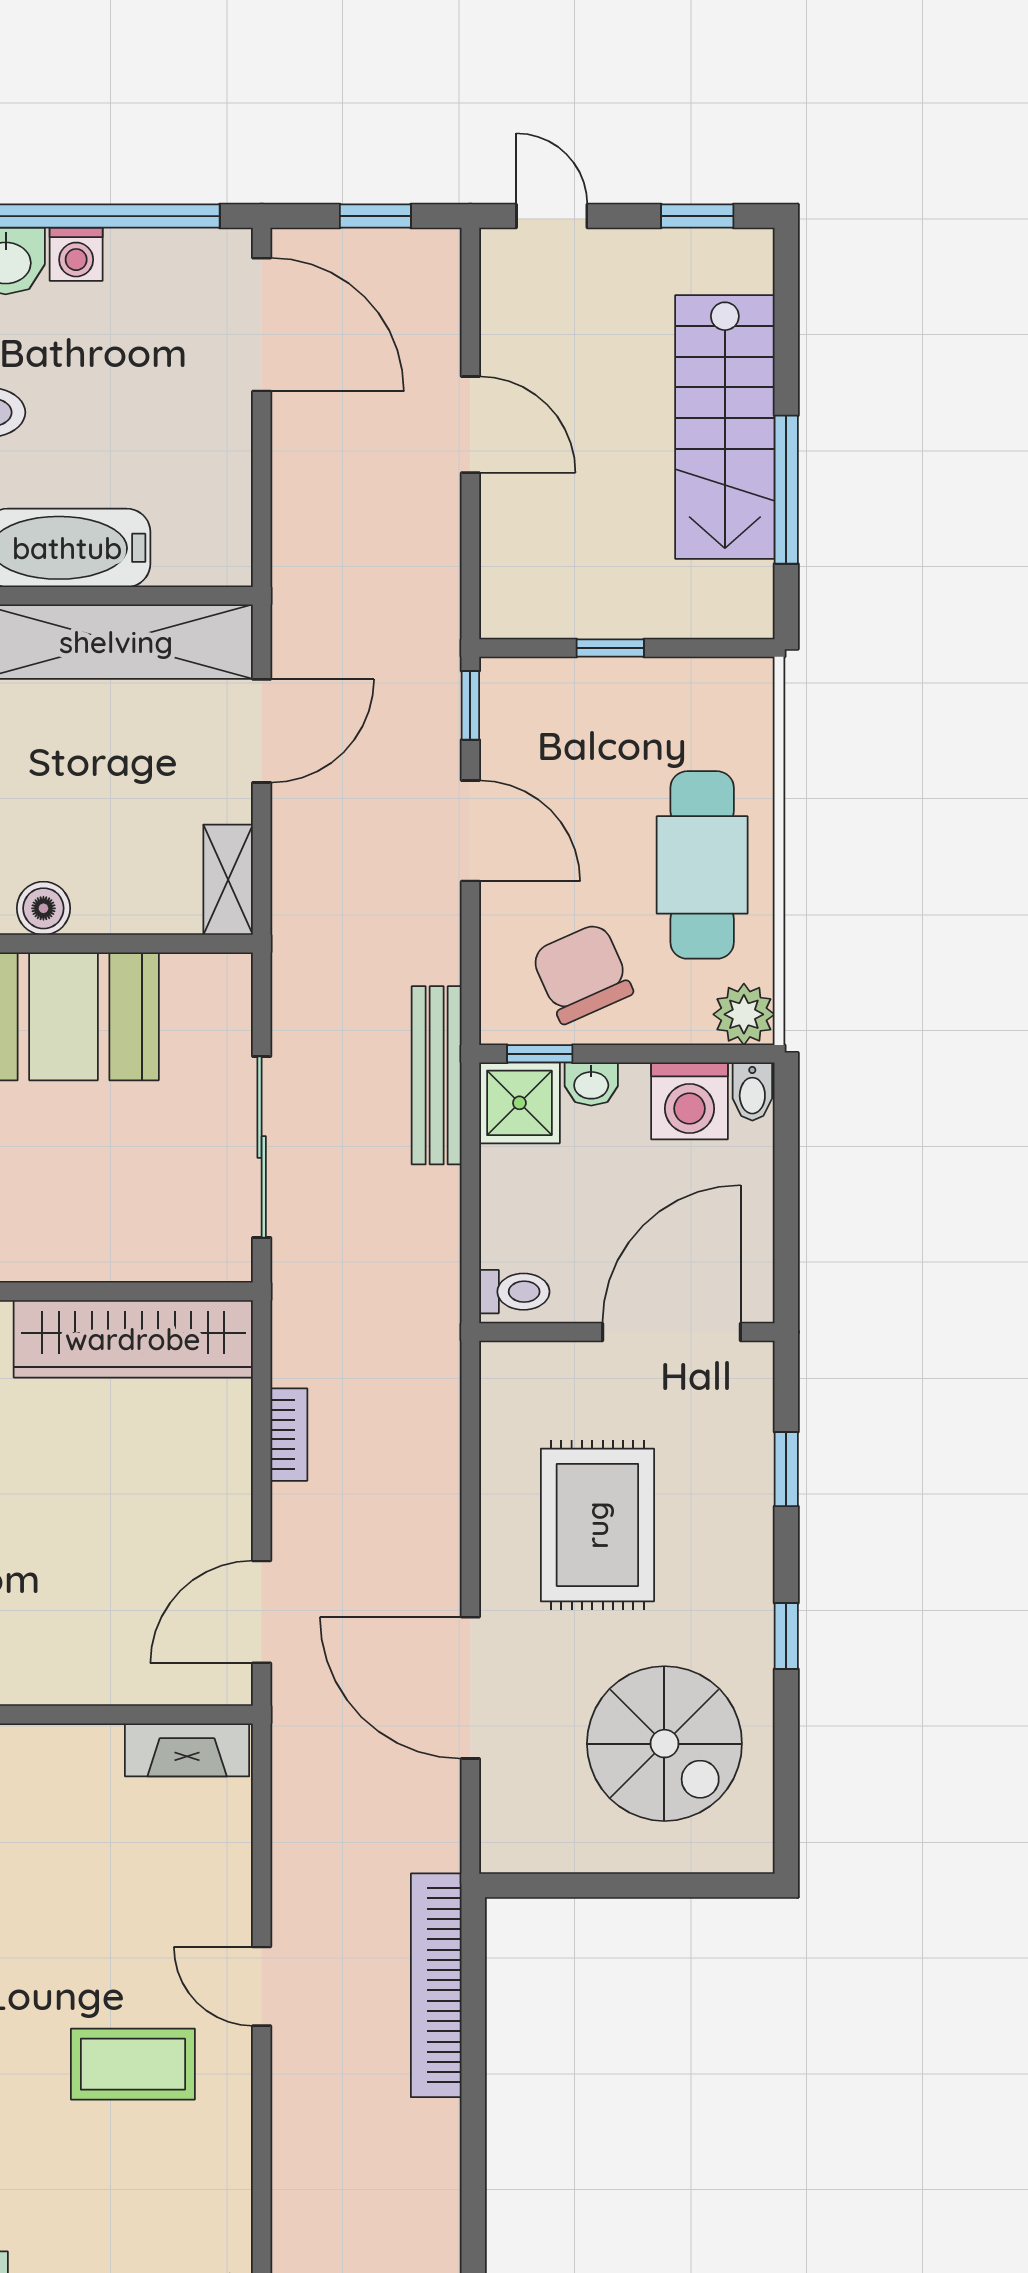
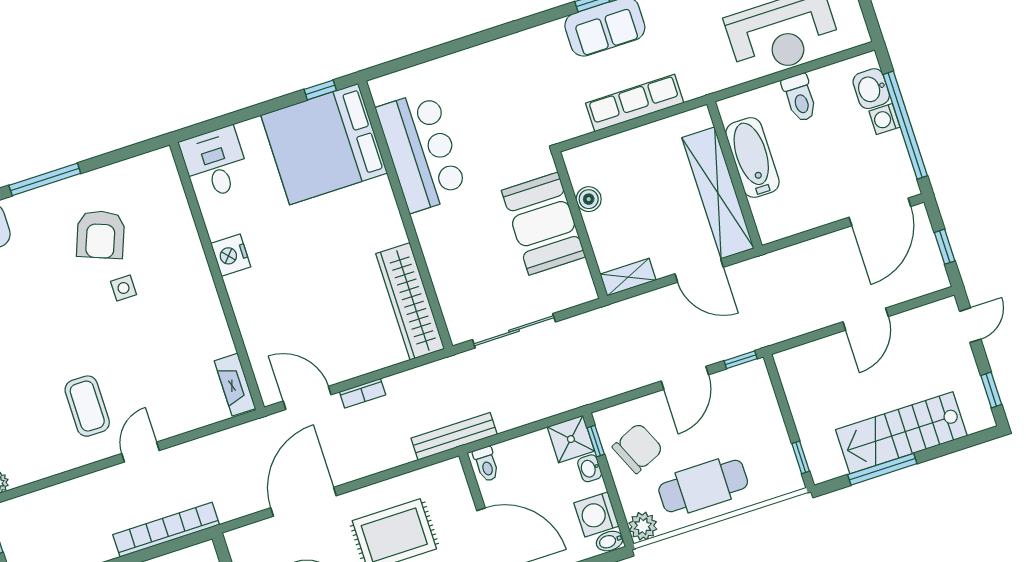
window: (610, 648) -> (801, 457), moved
bench: (437, 1075) -> (454, 436), moved
bookcase: (289, 1435) -> (363, 393), moved

